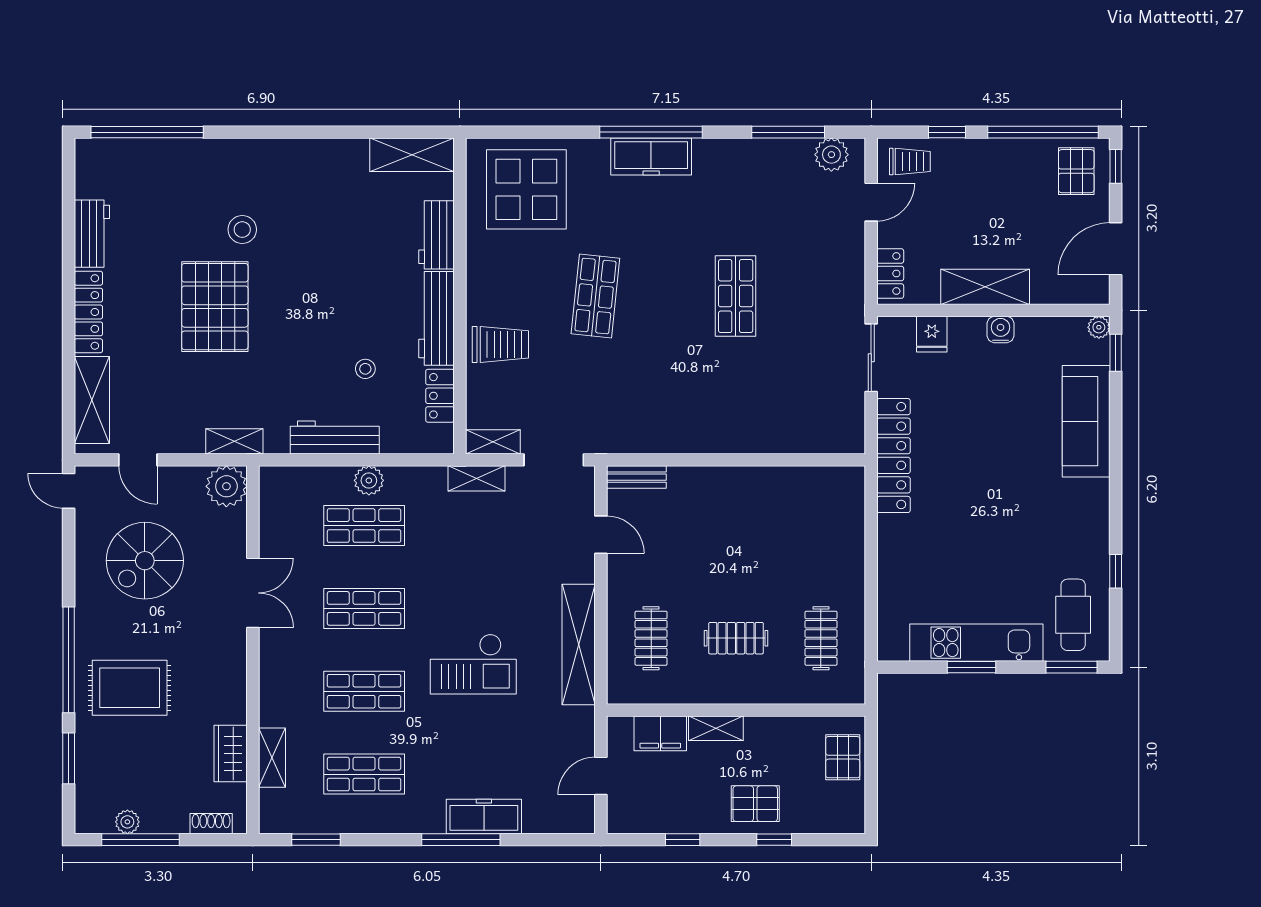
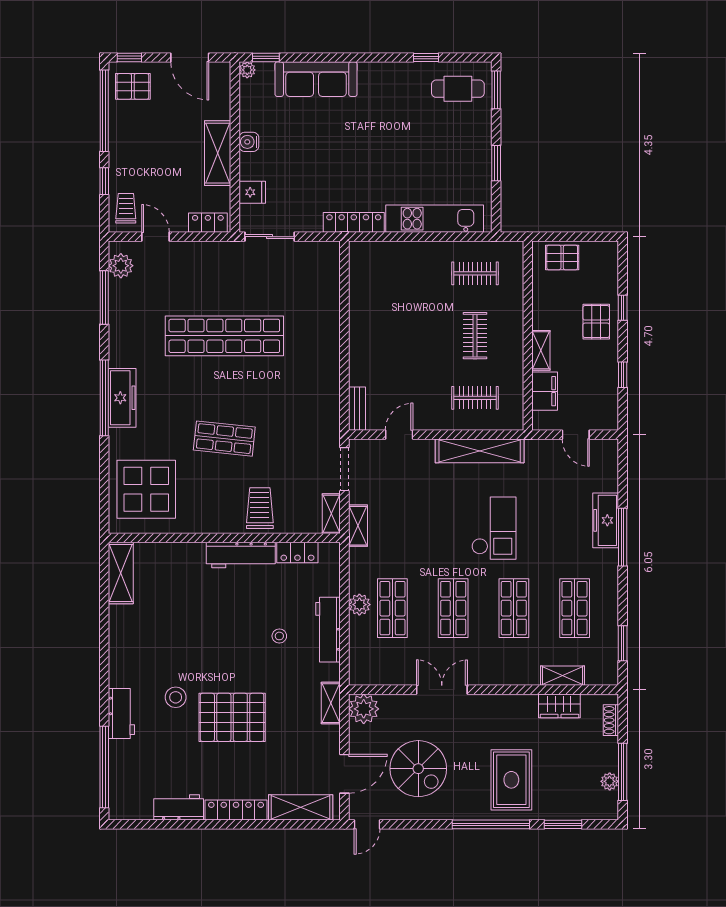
workbench: (436, 235) -> (121, 714), moved, turned -90
shop shelf: (736, 296) -> (224, 336), width x2.00, depth x1.36
stool: (365, 369) -> (279, 636), moved
locker: (894, 456) -> (354, 222), width x0.71, depth x0.83
door: (138, 460) -> (344, 774), width x1.38
kitchen unit: (976, 643) -> (435, 219), moved, turned 90

